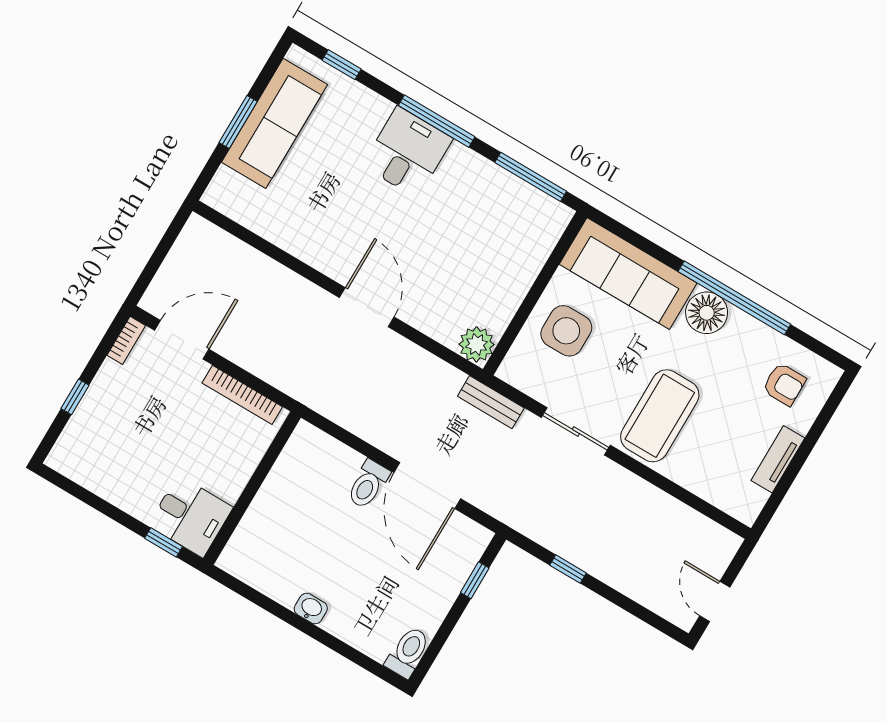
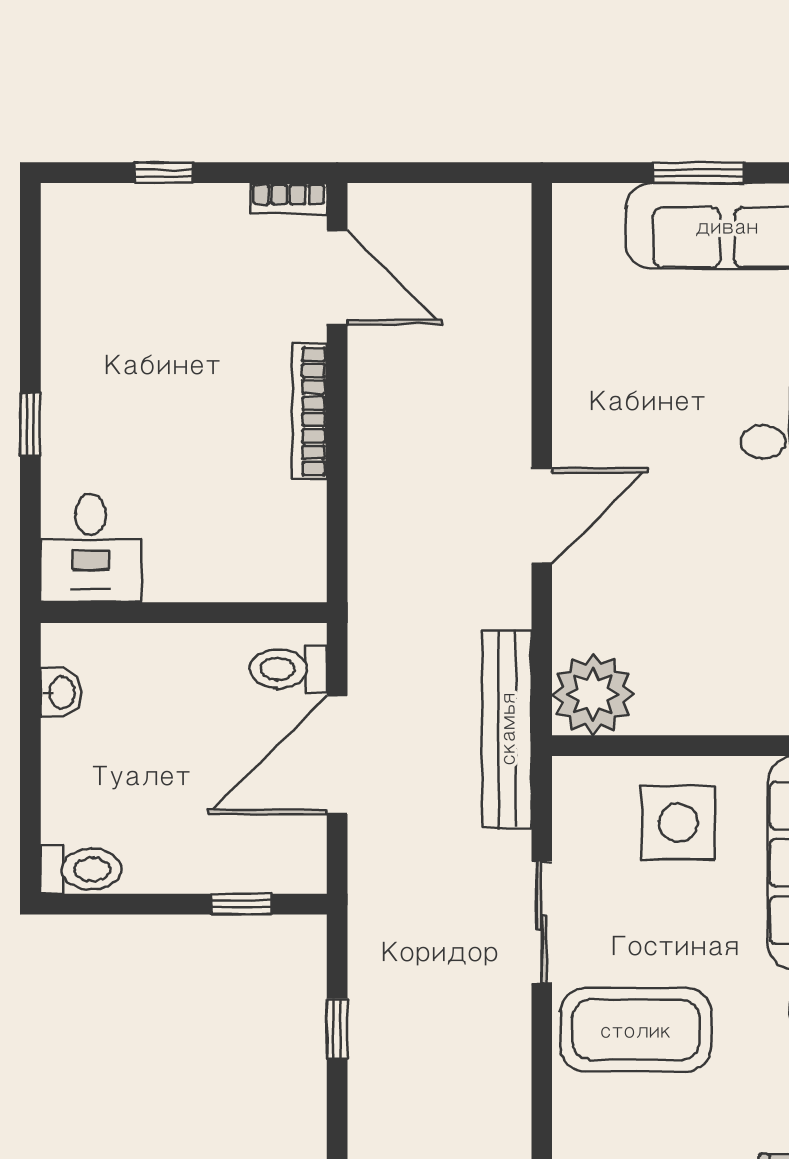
plant: (477, 344) -> (593, 694), width x1.36, depth x1.36
bench: (491, 402) -> (507, 729), width x1.86, depth x1.21
wall: (252, 488) -> (184, 613), moved
desk: (190, 516) -> (91, 548), moved

